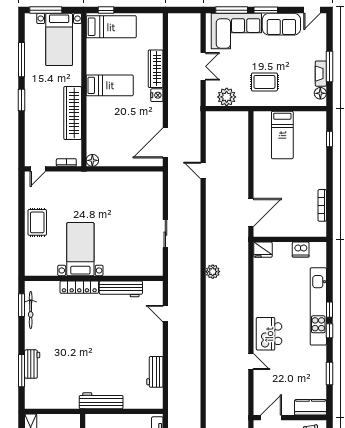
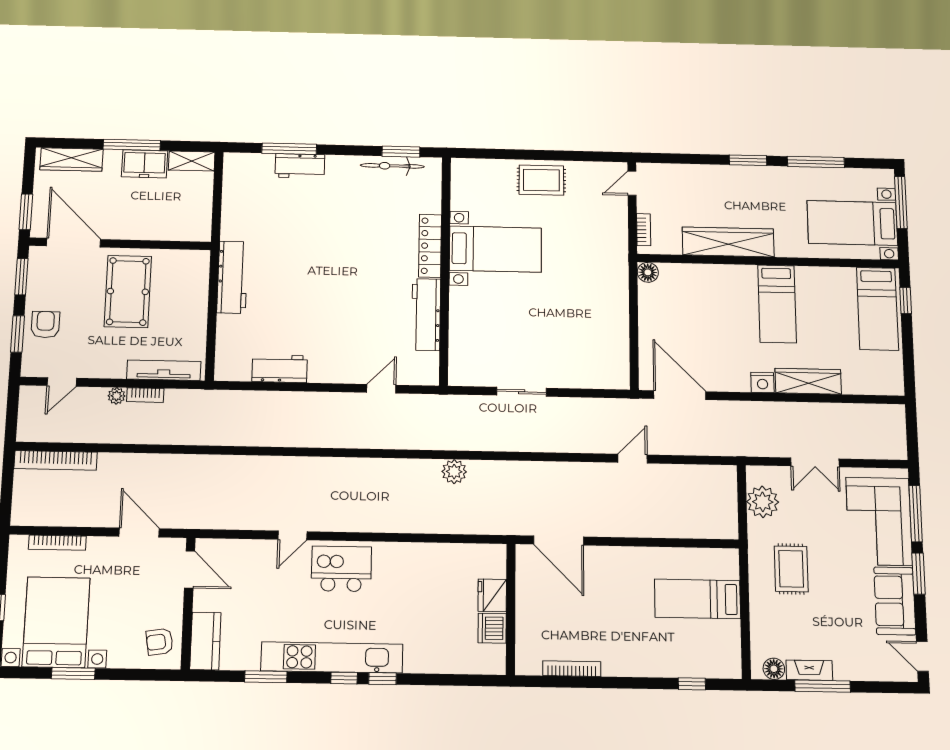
door: (38, 169) -> (632, 183), hinge flipped
fridge: (263, 250) -> (492, 595), moved
kitchen unit: (318, 306) -> (332, 657), moved

